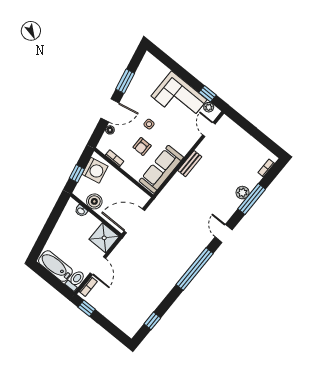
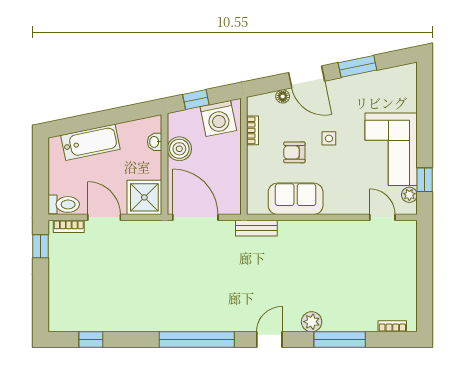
door: (209, 129) -> (382, 217), hinge flipped
bench: (190, 164) -> (256, 228), moved
sofa: (161, 169) -> (296, 199), width x0.73
plant: (243, 193) -> (312, 322), moved
bathtub: (55, 266) -> (90, 142), moved, turned 78
door: (98, 266) -> (104, 217), swing flipped

